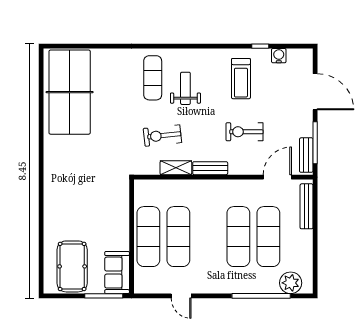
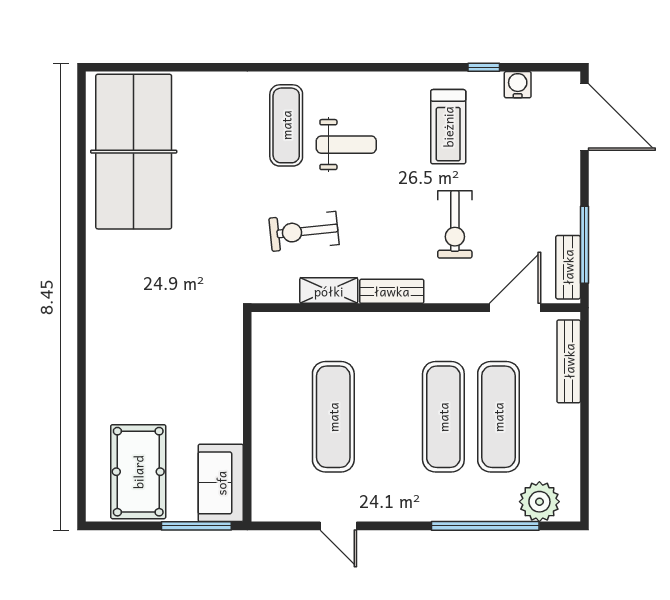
weight bench: (185, 88) -> (346, 145), turned 90
door: (315, 92) -> (584, 117), moved
exercise bike: (245, 132) -> (455, 224), turned -90
exercise mat: (148, 237) -> (278, 417), removed

